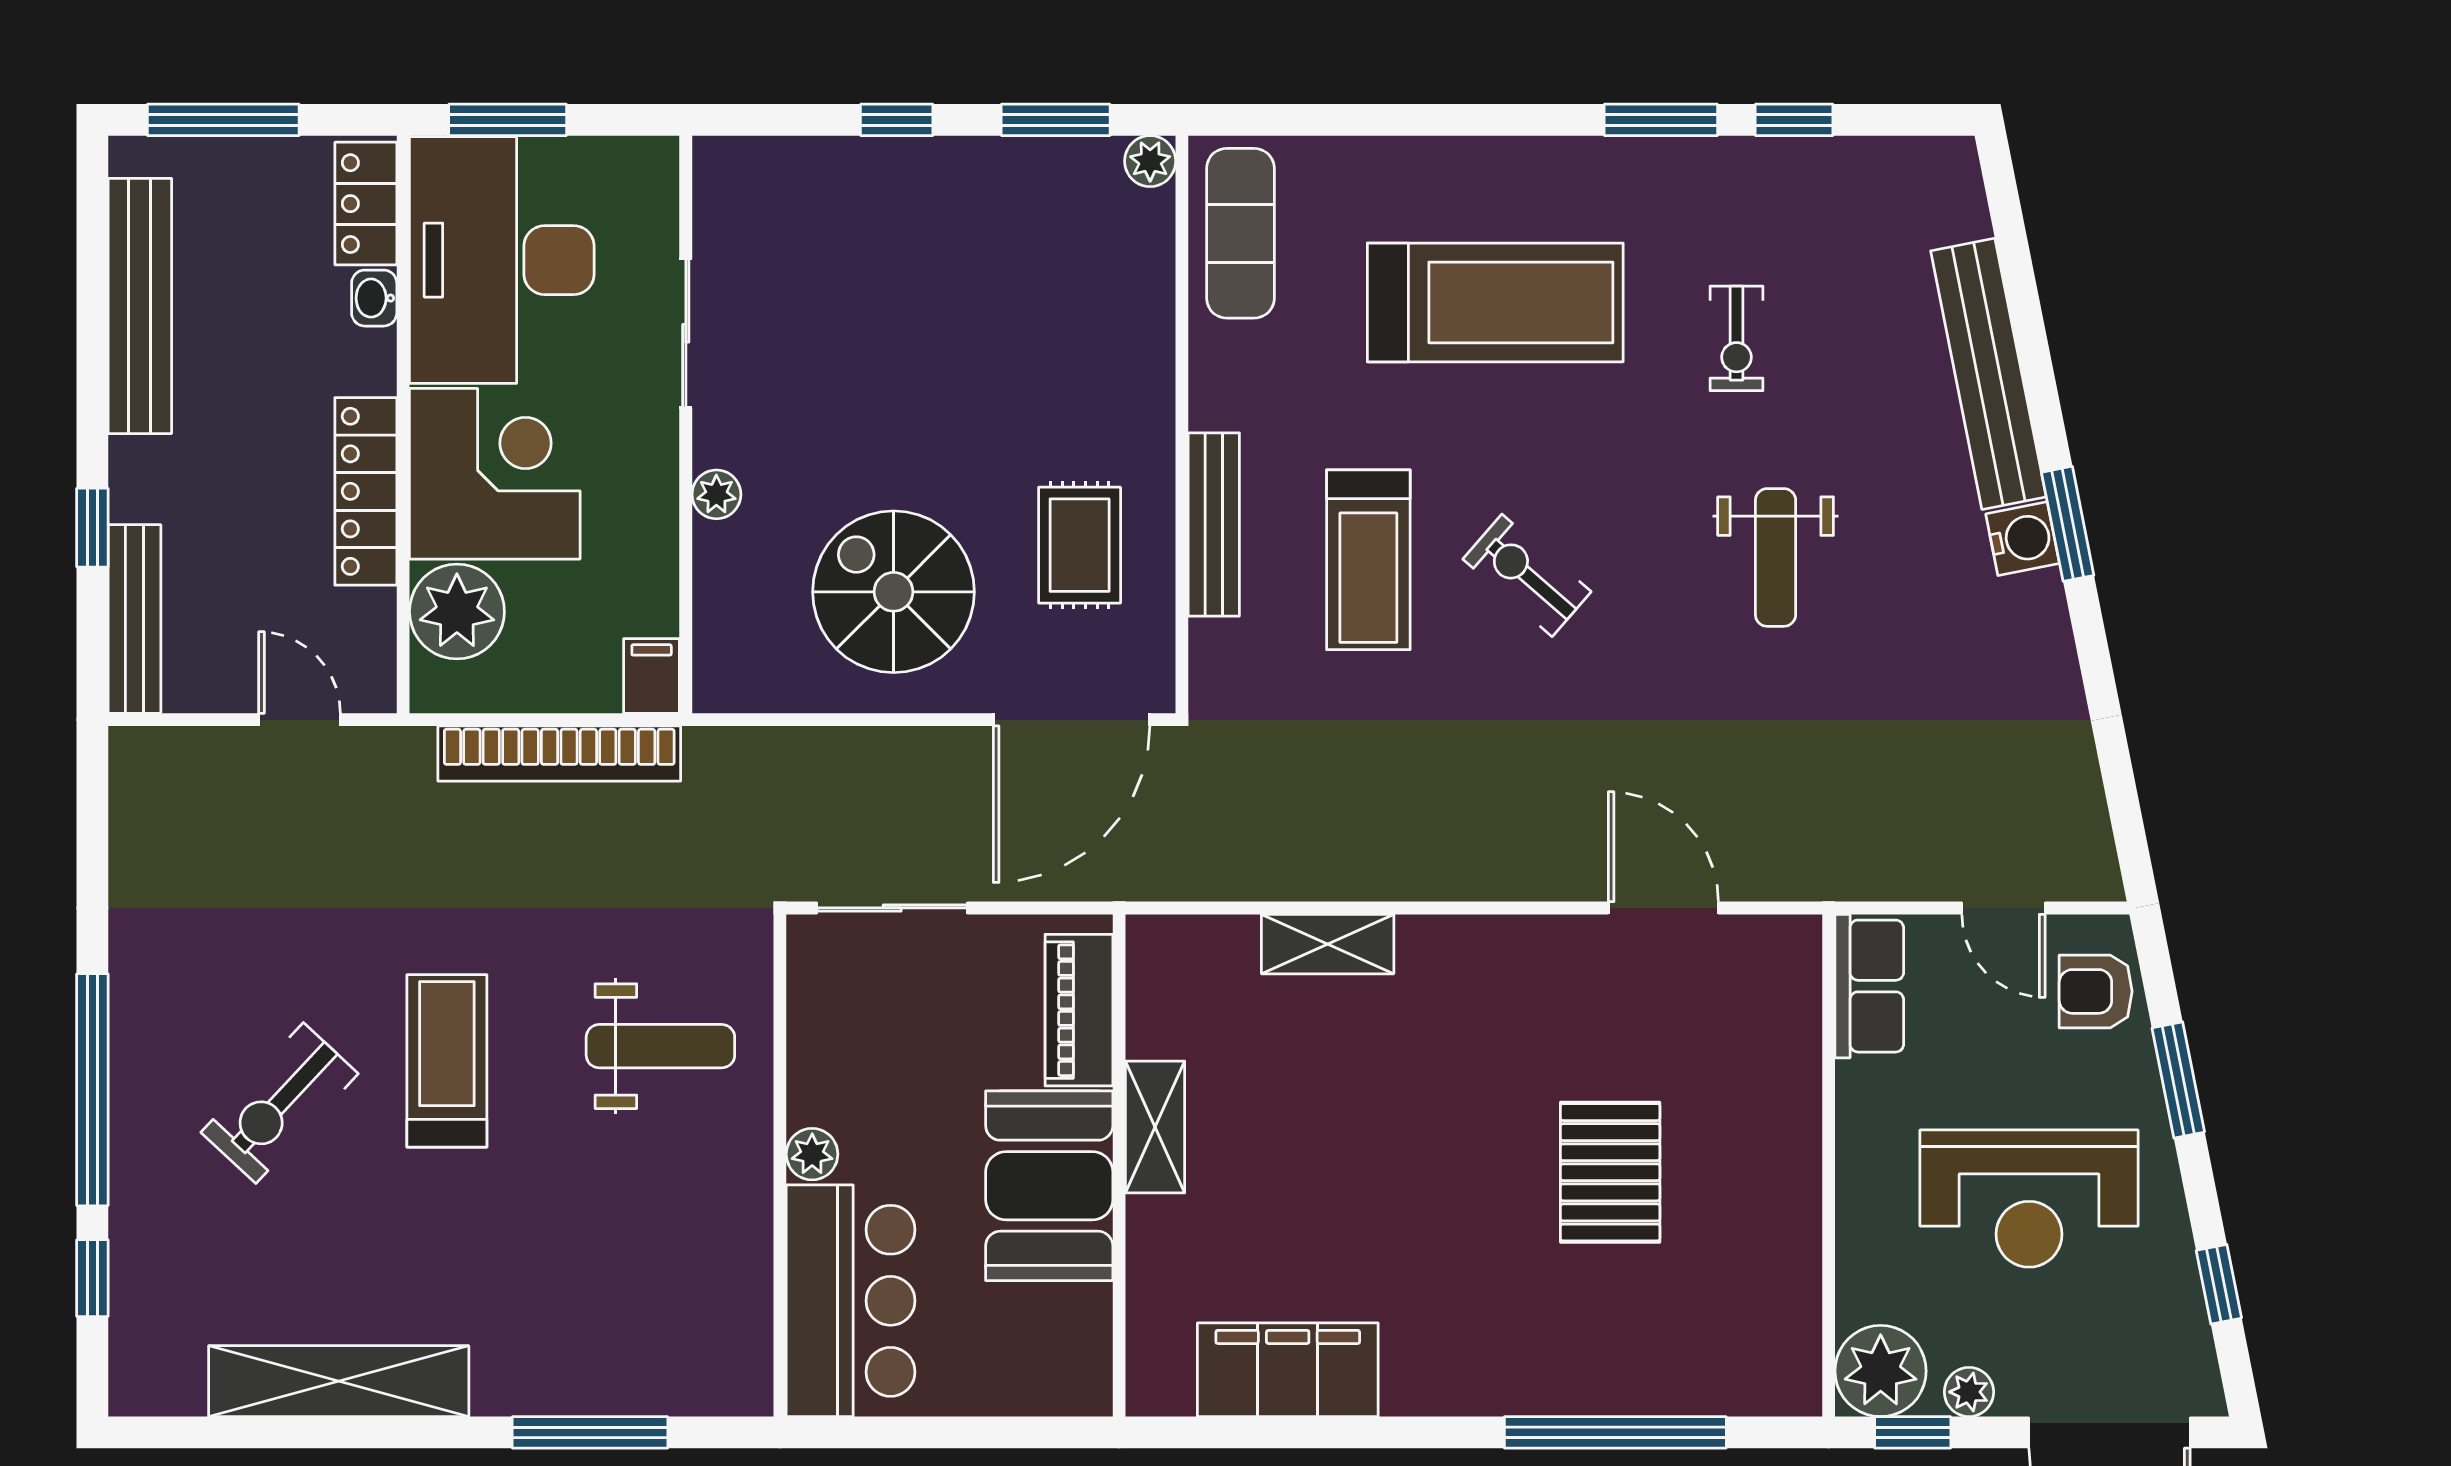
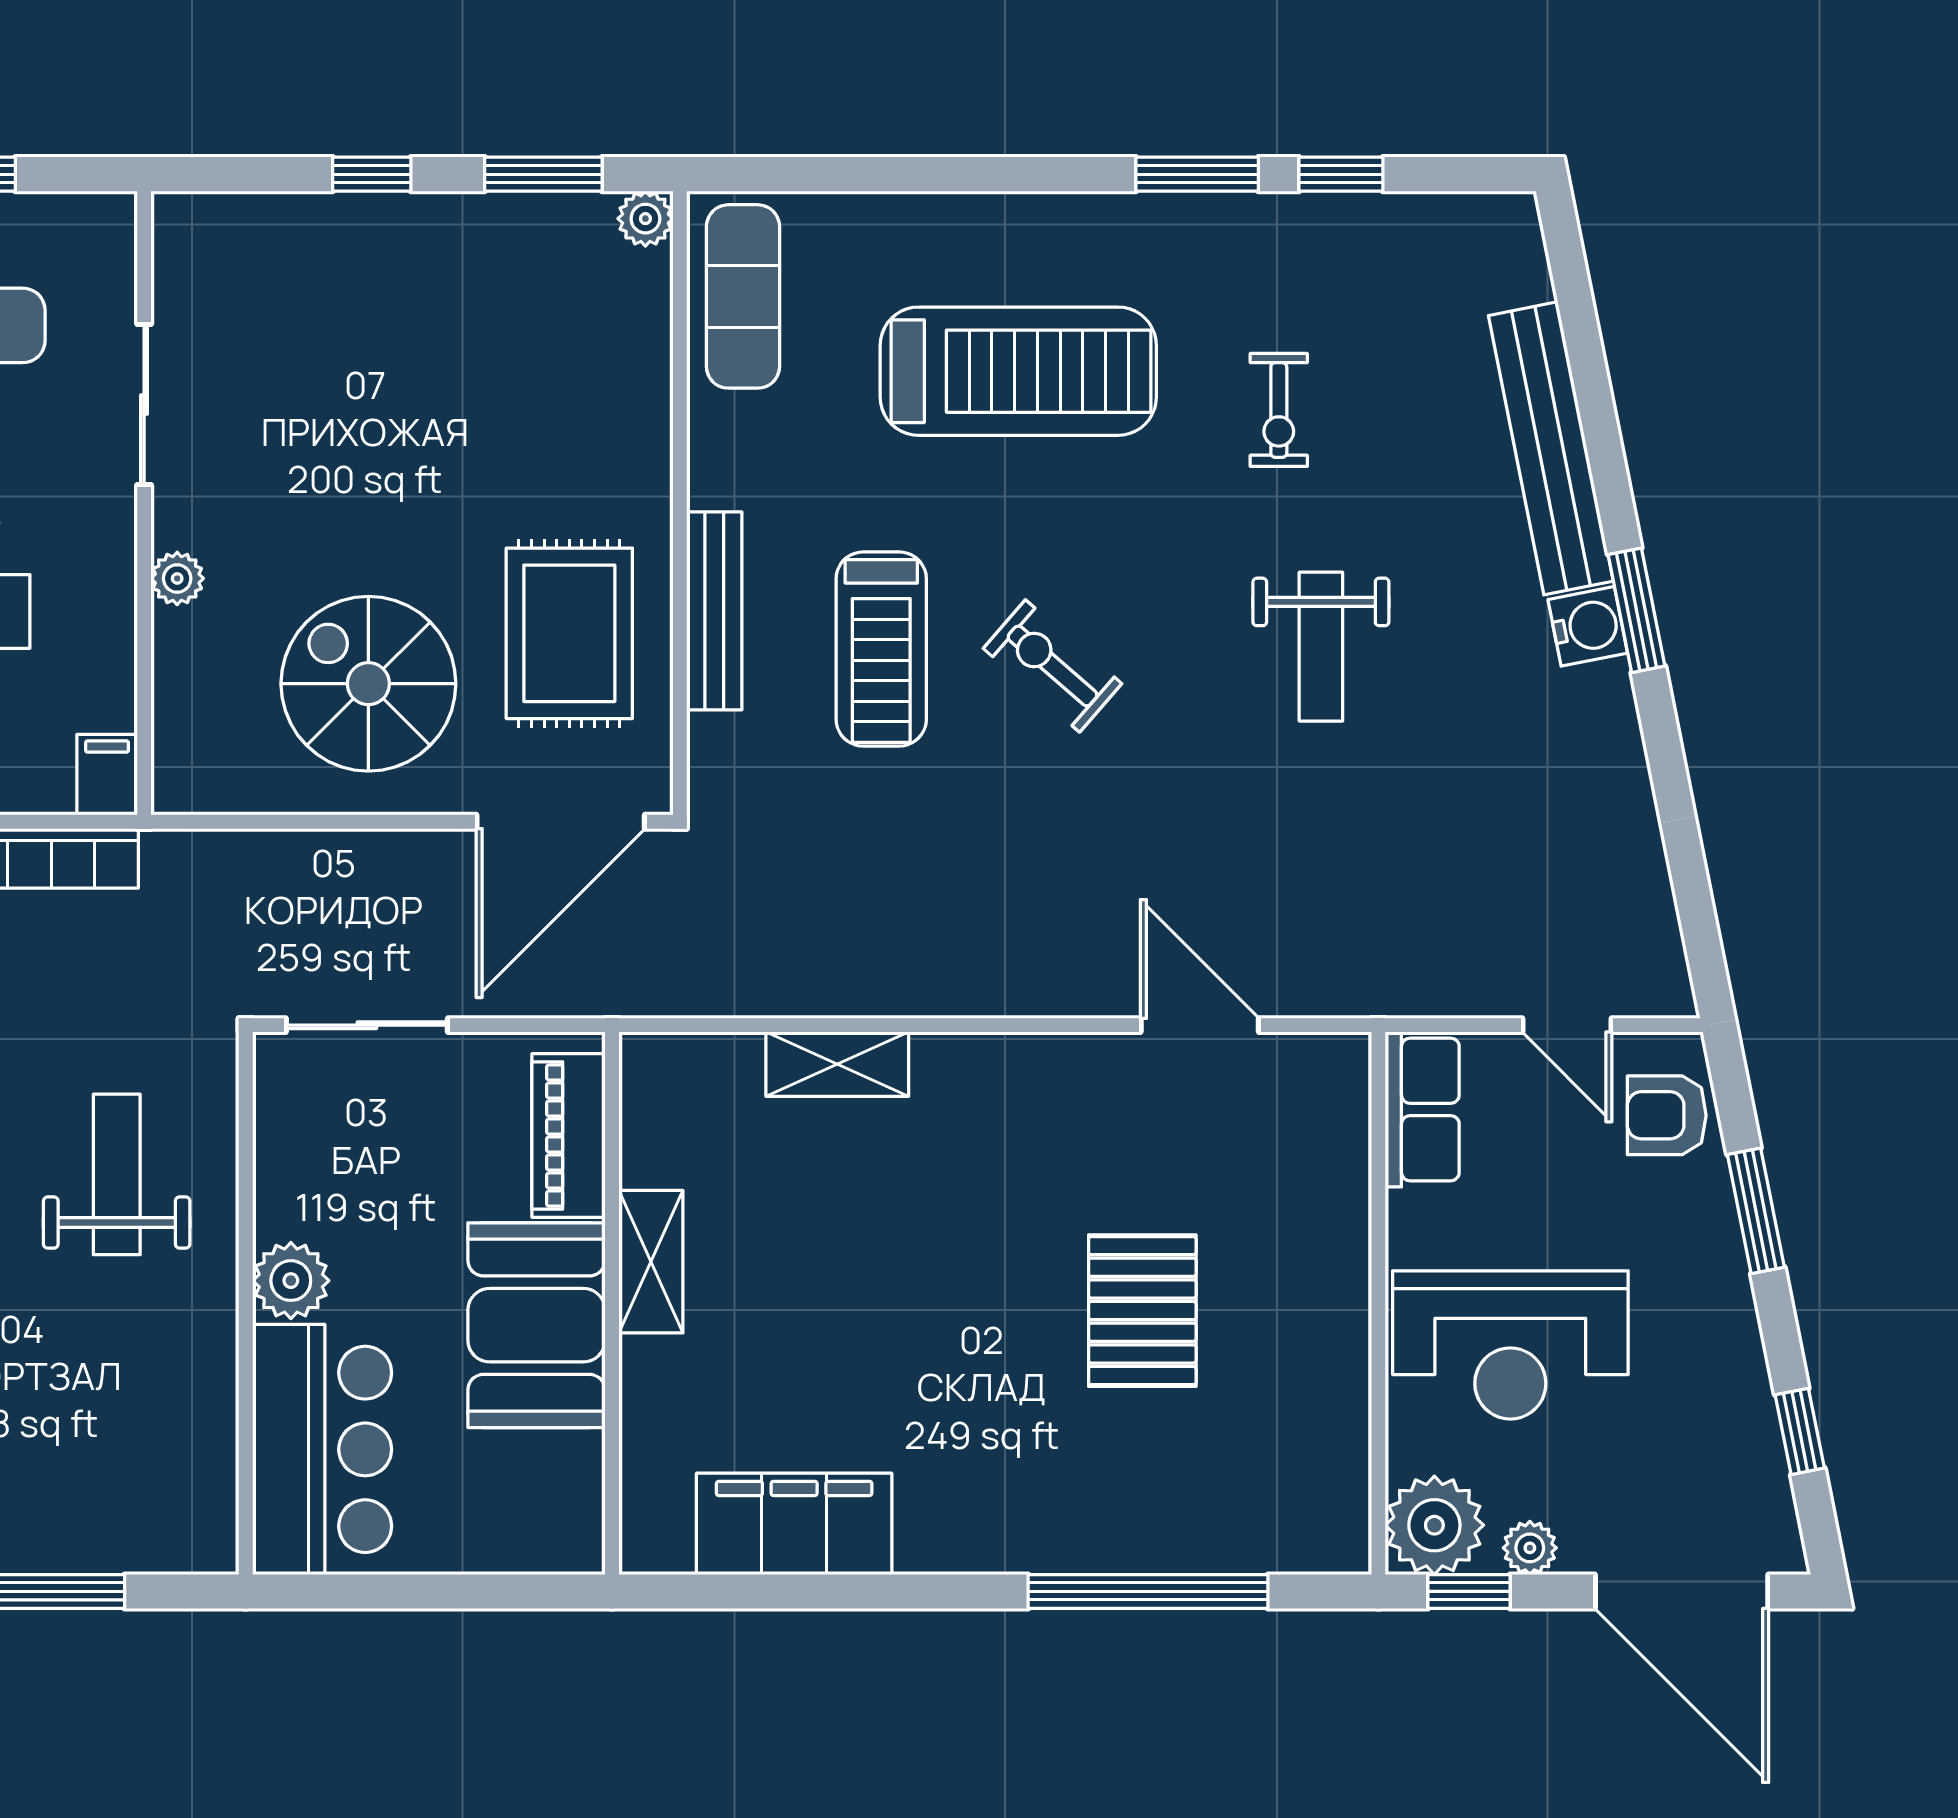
rug: (1080, 545) -> (569, 633), width x1.36, depth x1.43
weight bench: (660, 1046) -> (117, 1174), turned -90
plant: (812, 1154) -> (291, 1281), width x1.38, depth x1.38
reception desk: (2029, 1199) -> (1510, 1345), moved

